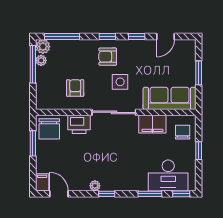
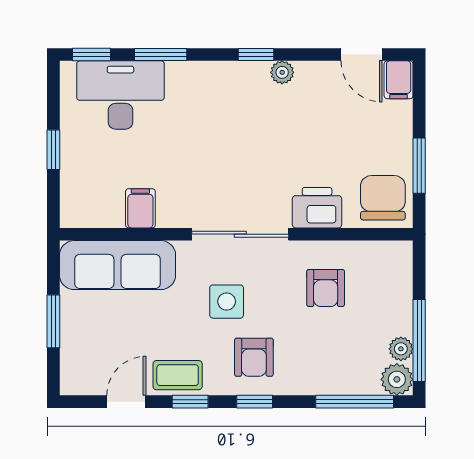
coffee table: (142, 48) -> (178, 375), added
armchair: (108, 57) -> (254, 357), turned 90
filing cabinet: (152, 124) -> (140, 208), width x0.50
chair: (183, 132) -> (89, 190), removed

